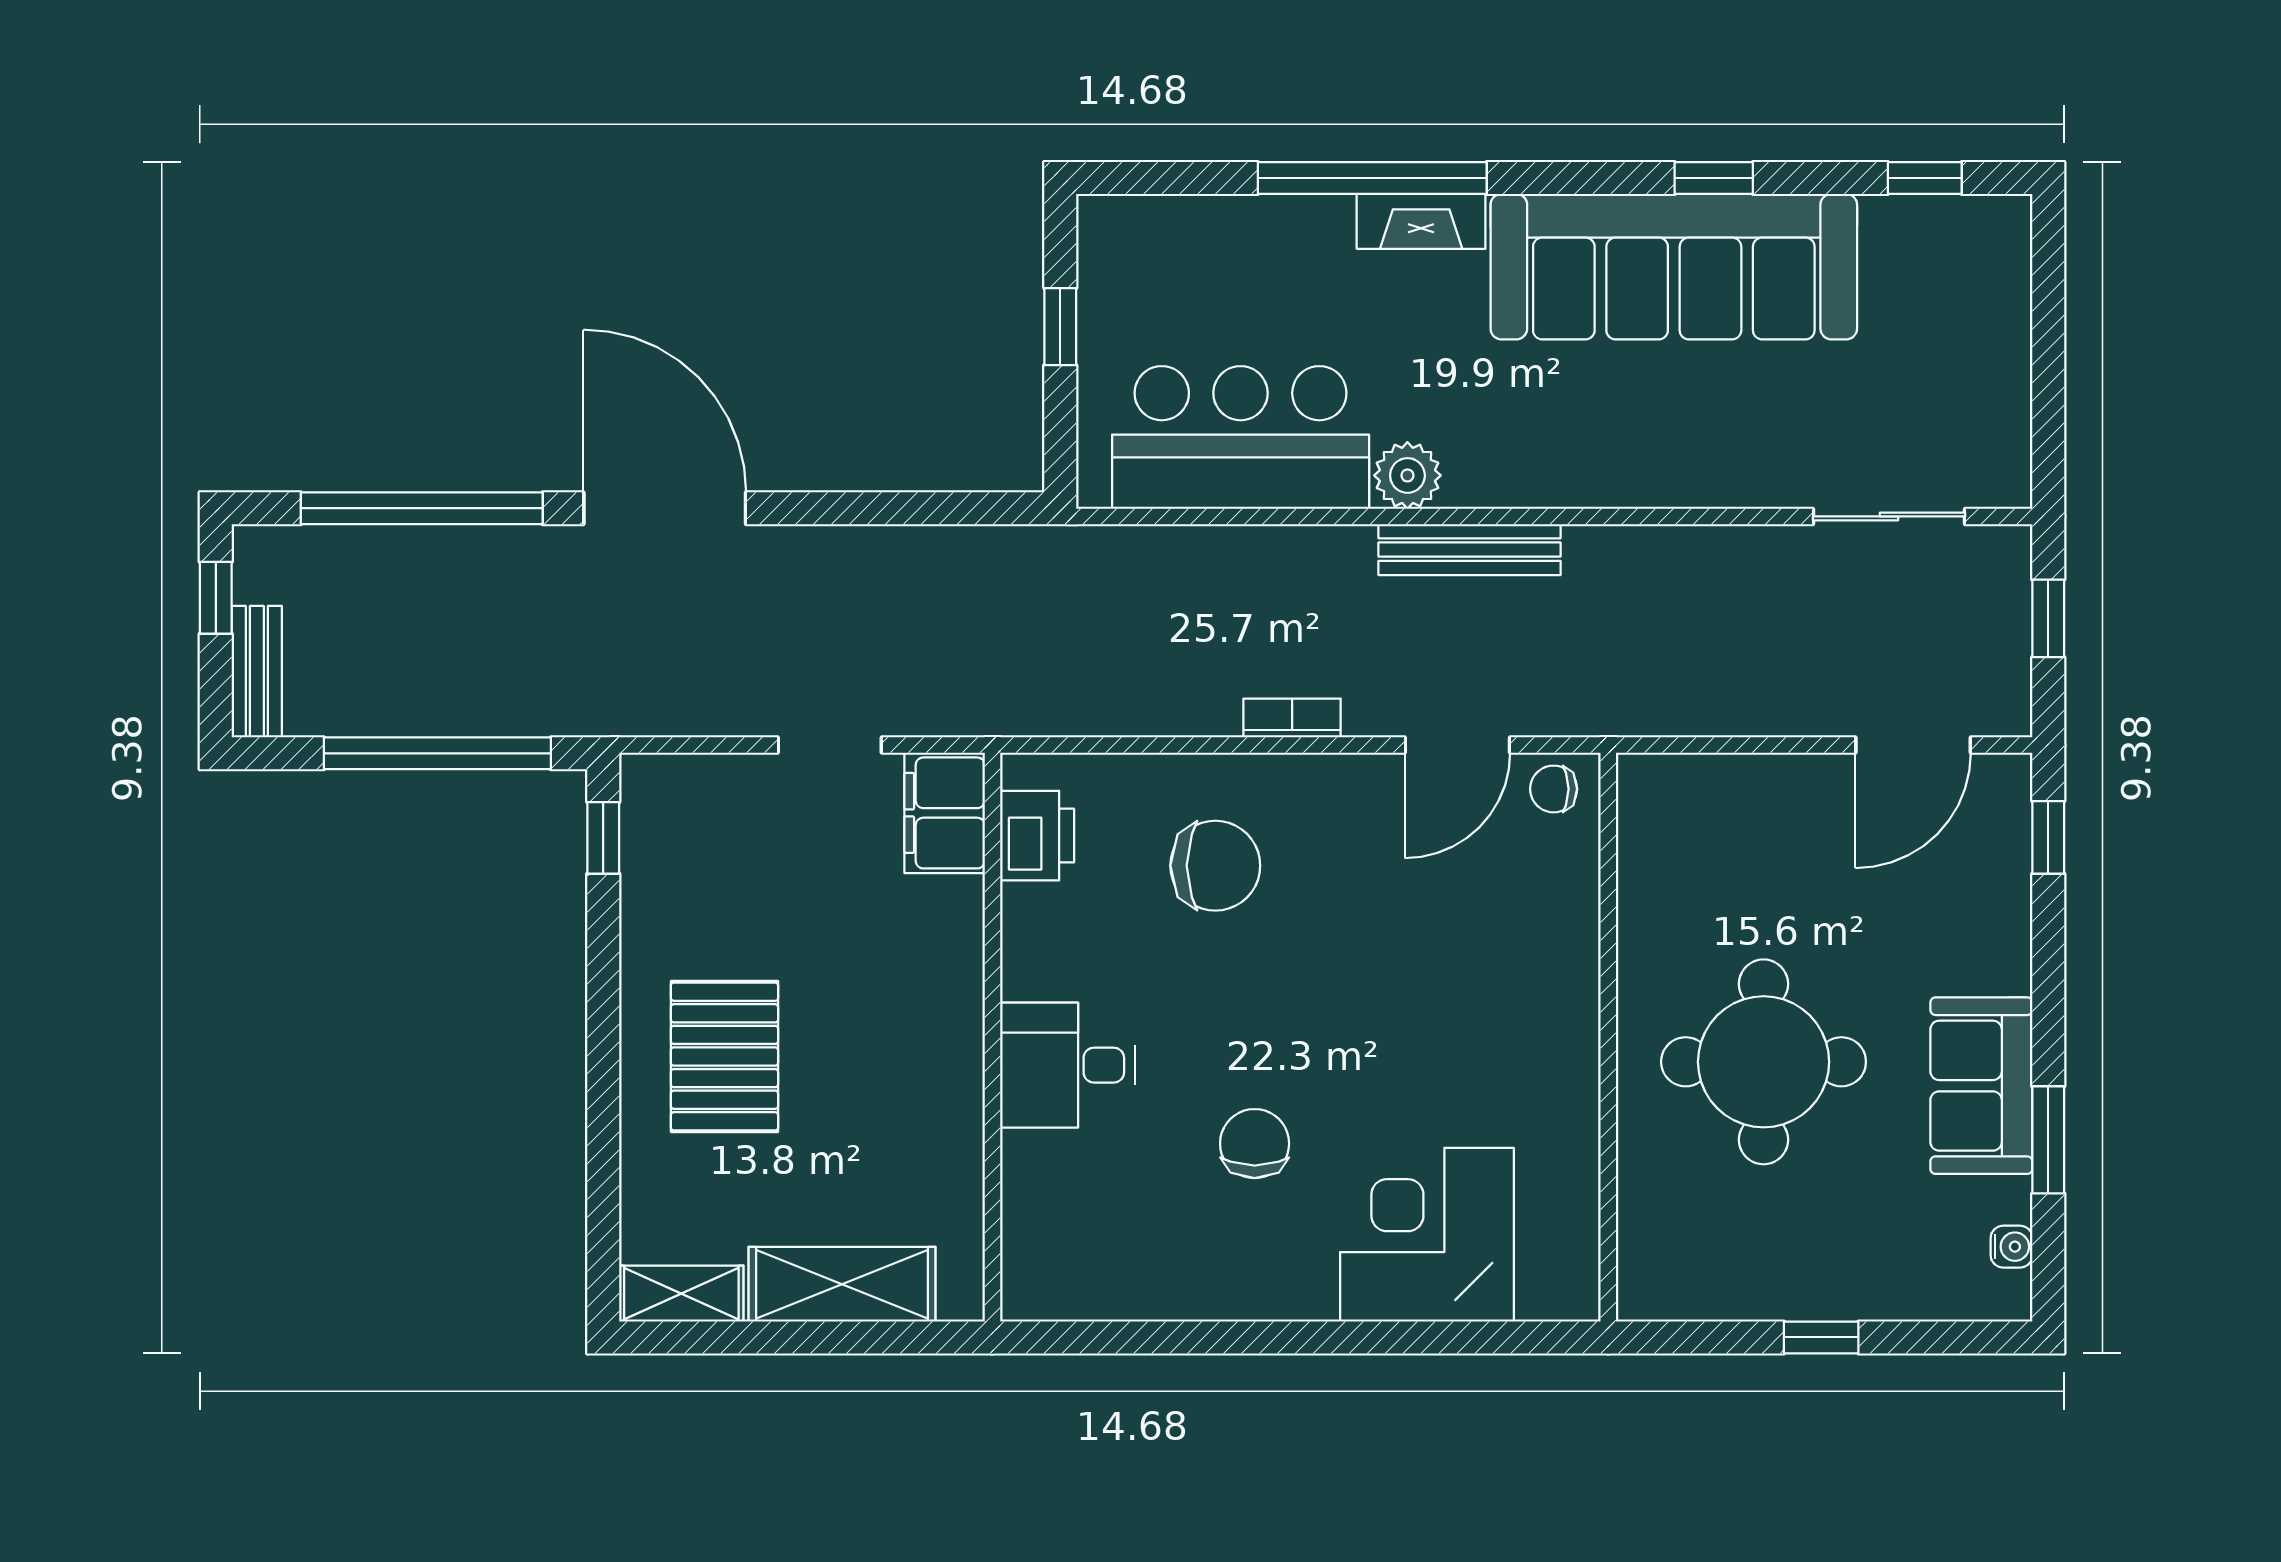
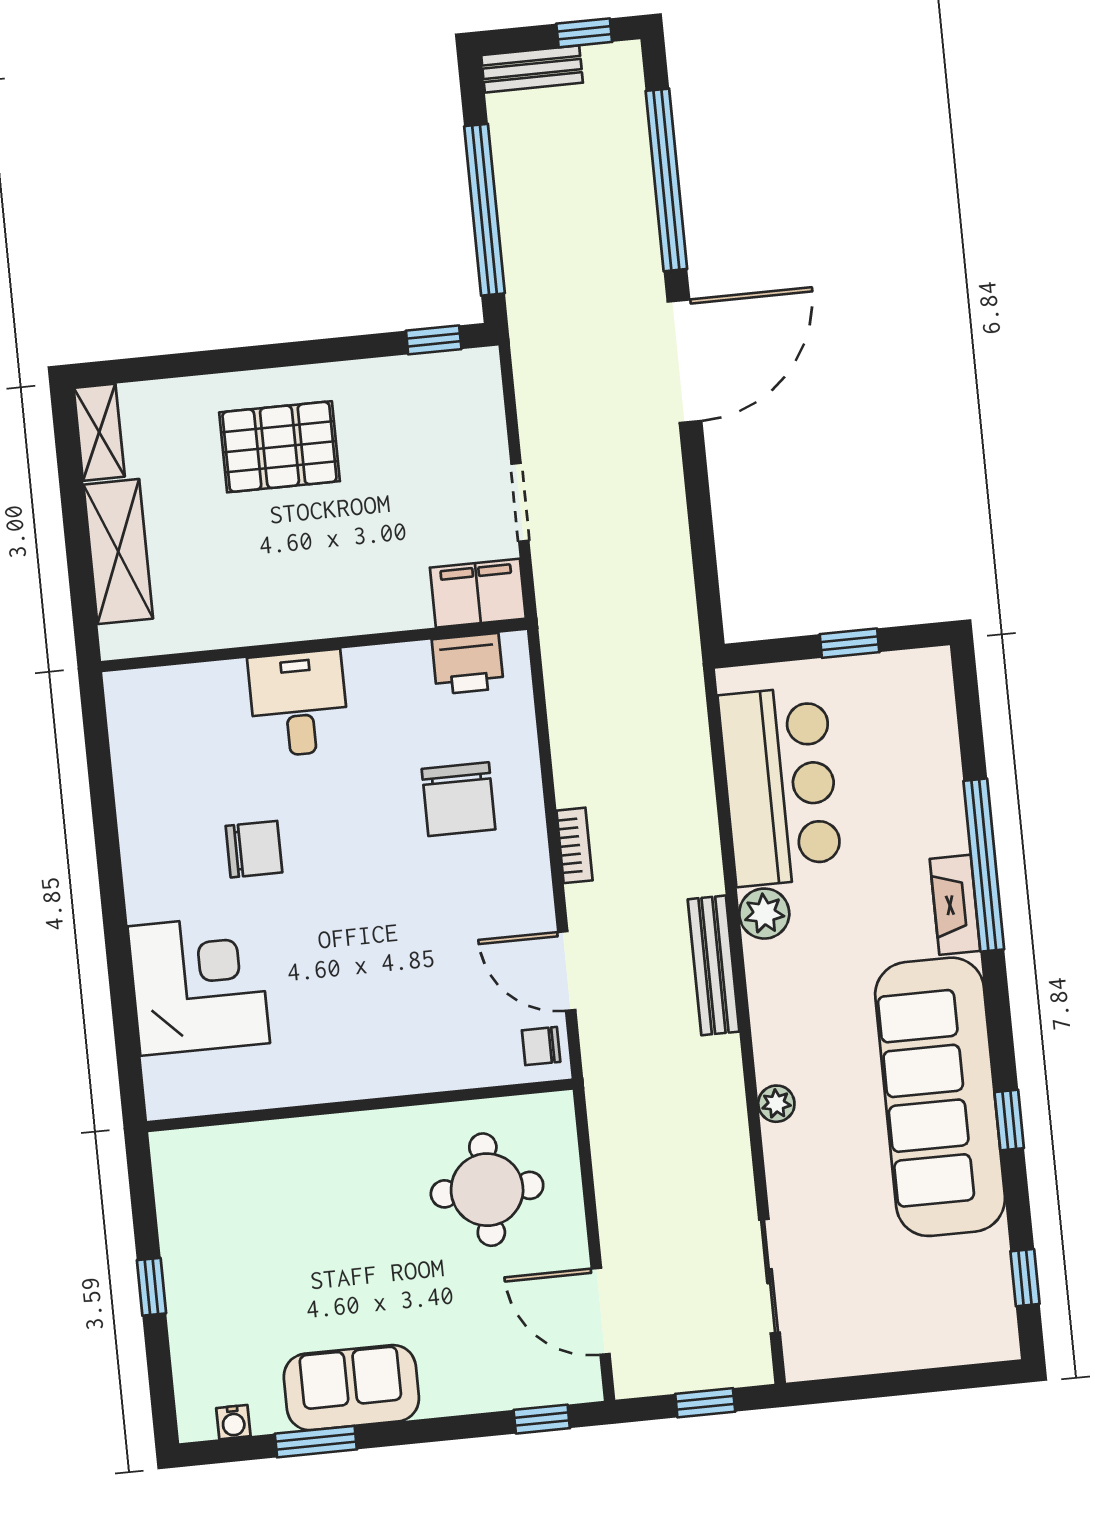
plant: (1661, 485) -> (776, 1104), added
chair: (1554, 789) -> (541, 1046), turned -90
round table: (1764, 1062) -> (487, 1190), moved, width x0.73, depth x0.73

